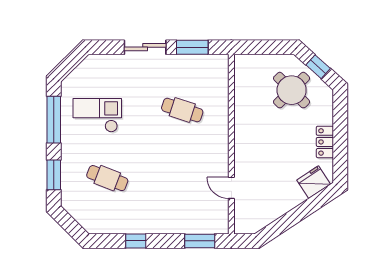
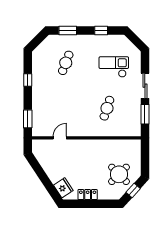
checkout: (97, 115) -> (114, 67), moved, turned -90
window: (54, 120) -> (101, 31), width x0.46

